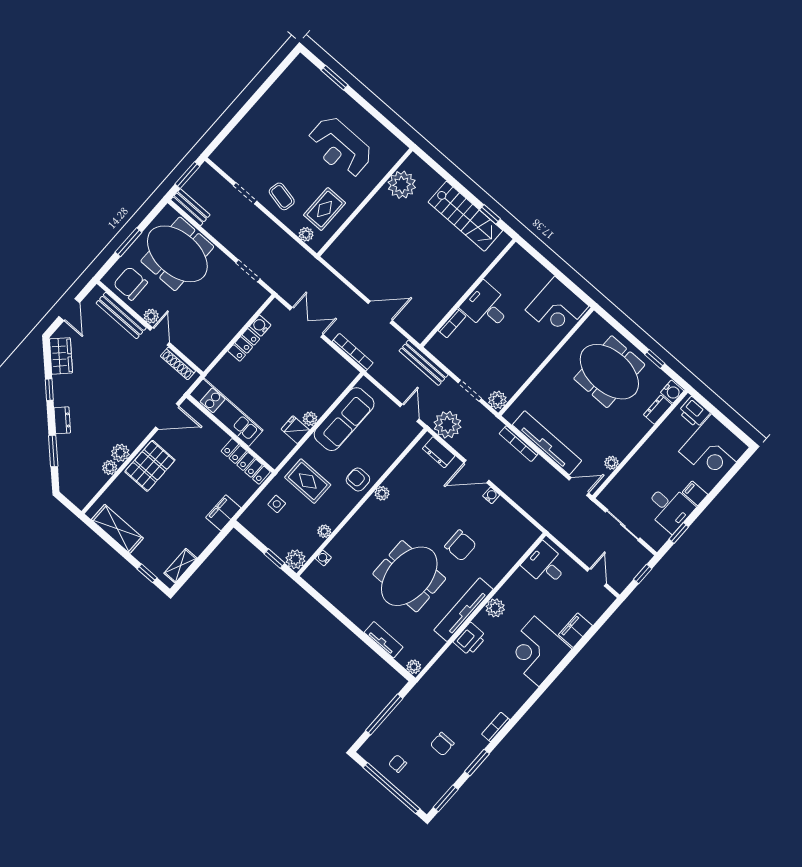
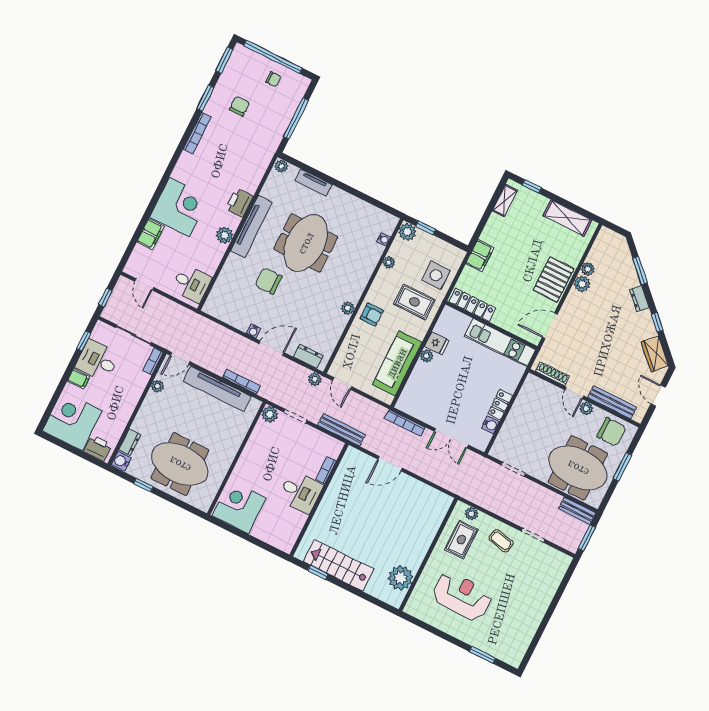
plant: (447, 425) -> (315, 379), width x0.53, depth x0.53
bookcase: (609, 491) -> (153, 361), added
side table: (277, 504) -> (436, 275), width x1.87, depth x1.87
bookcase: (496, 727) -> (197, 133), width x1.56

